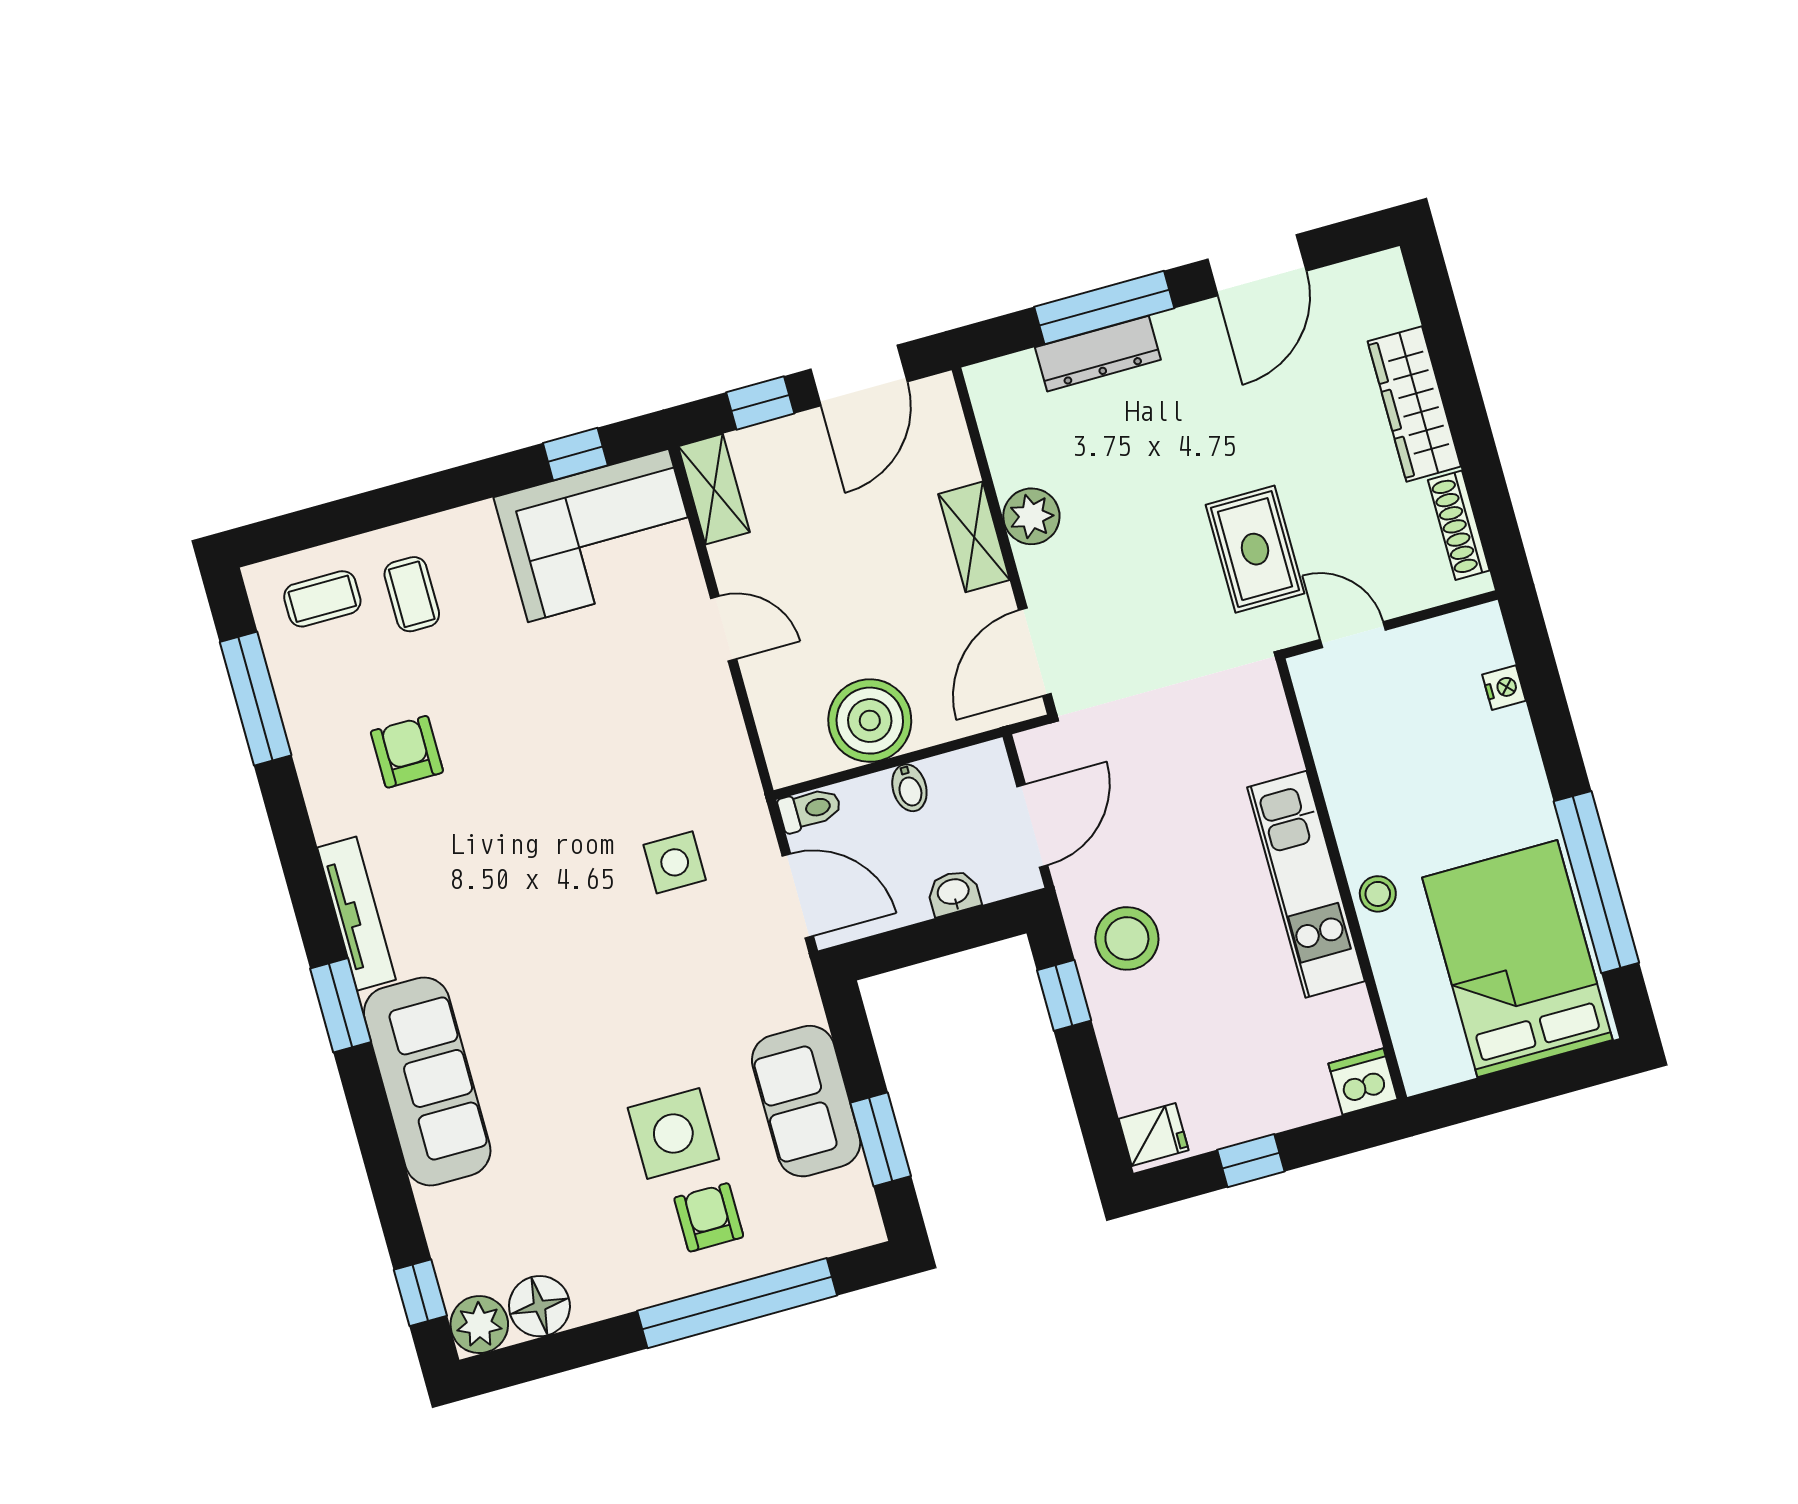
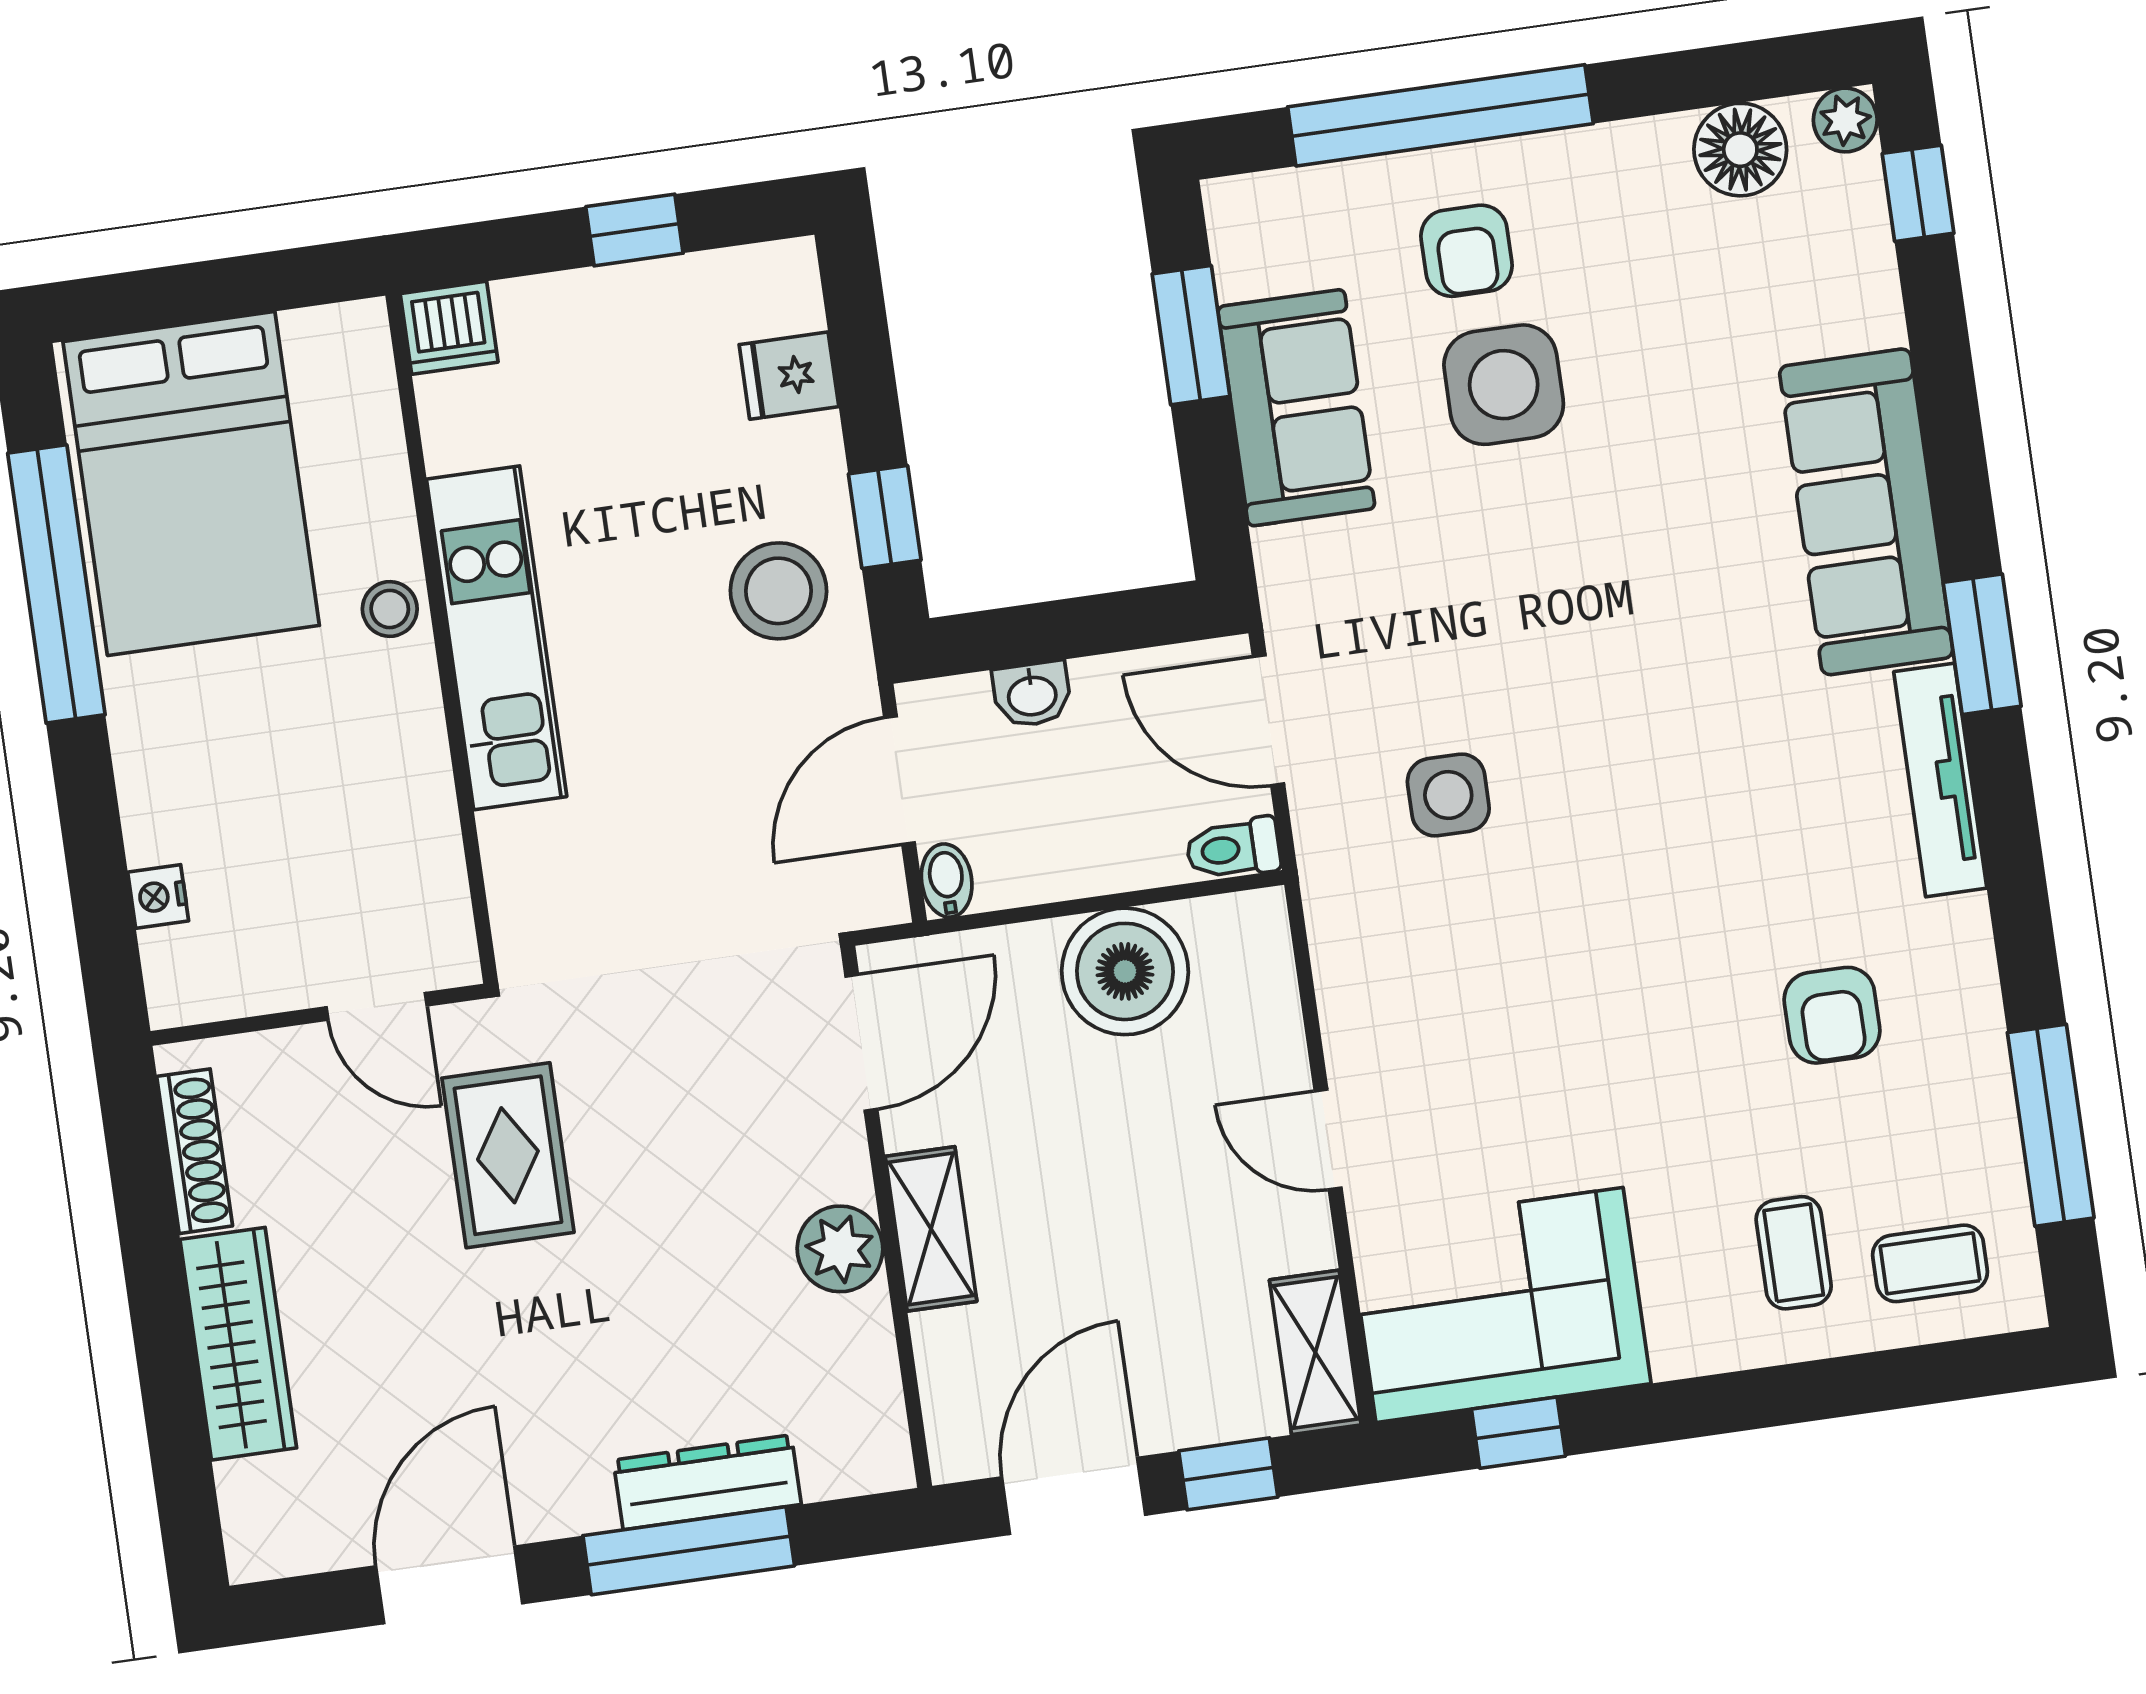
bidet: (909, 788) -> (947, 881), moved
fridge: (1154, 1135) -> (789, 376), moved
plant: (479, 1325) -> (1845, 120), width x0.73, depth x0.73

